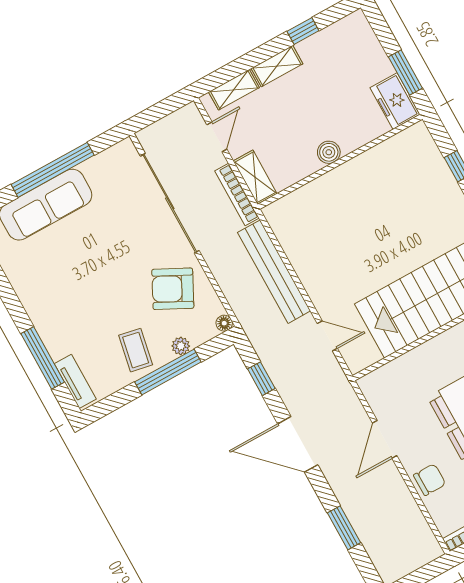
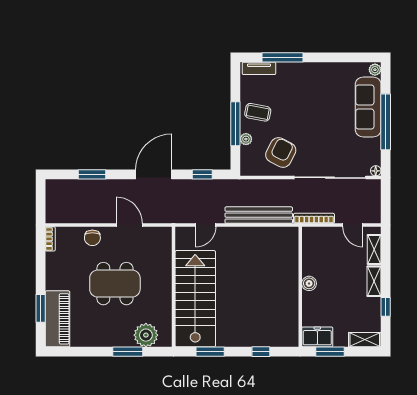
shelving: (255, 177) -> (365, 340), moved
floor lamp: (224, 323) -> (376, 171), moved

